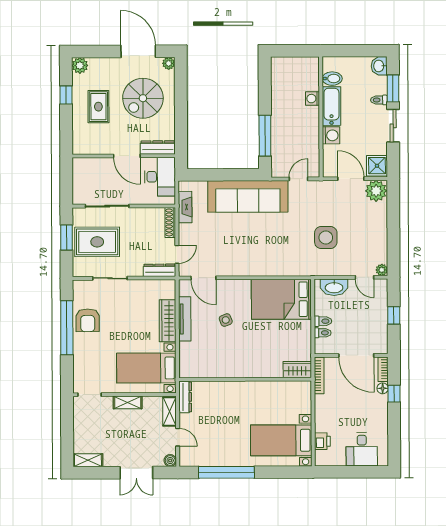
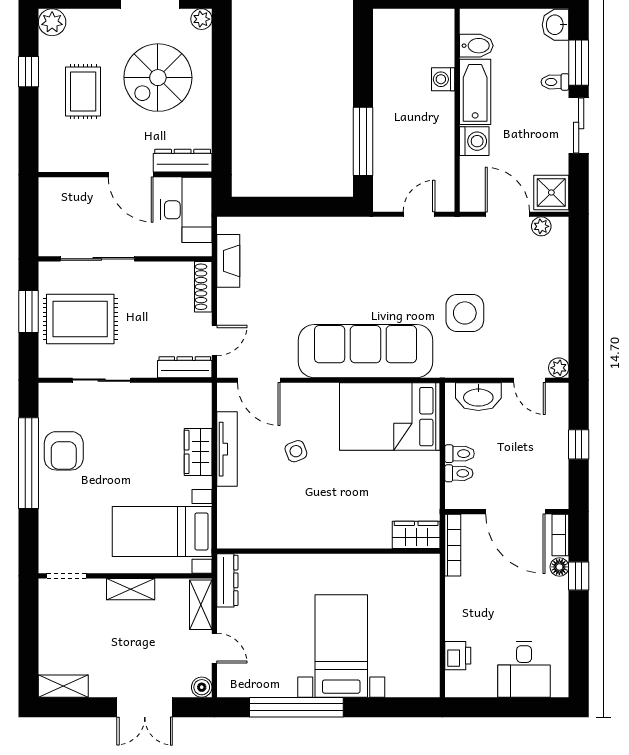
plant: (376, 191) -> (541, 226), width x0.53, depth x0.53
sofa: (248, 196) -> (365, 351), moved, turned 180
wardrobe: (168, 321) -> (198, 452), width x0.67
bed with nightstands: (281, 440) -> (341, 646), moved, turned 90

